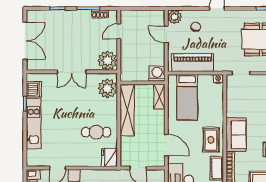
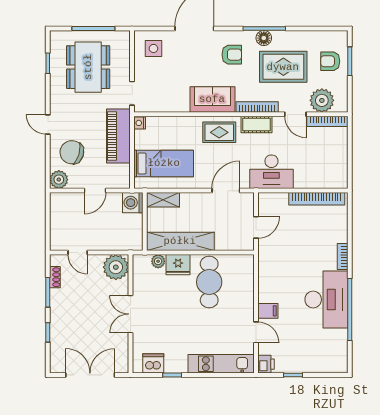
chair: (196, 27) -> (72, 152), width x1.87, depth x1.87
door: (166, 34) -> (95, 191), moved
piano: (193, 63) -> (118, 136), moved
double door: (72, 72) -> (130, 314), swing flipped
plant: (108, 88) -> (158, 261), width x0.53, depth x0.53
kitchen unit: (34, 123) -> (221, 364), moved
cafe table: (96, 132) -> (209, 282), width x1.37, depth x1.35
fridge: (109, 157) -> (178, 265), moved

